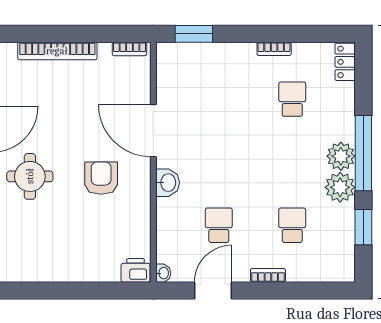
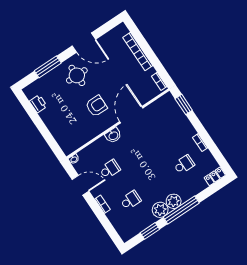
printer: (136, 270) -> (38, 104), moved

